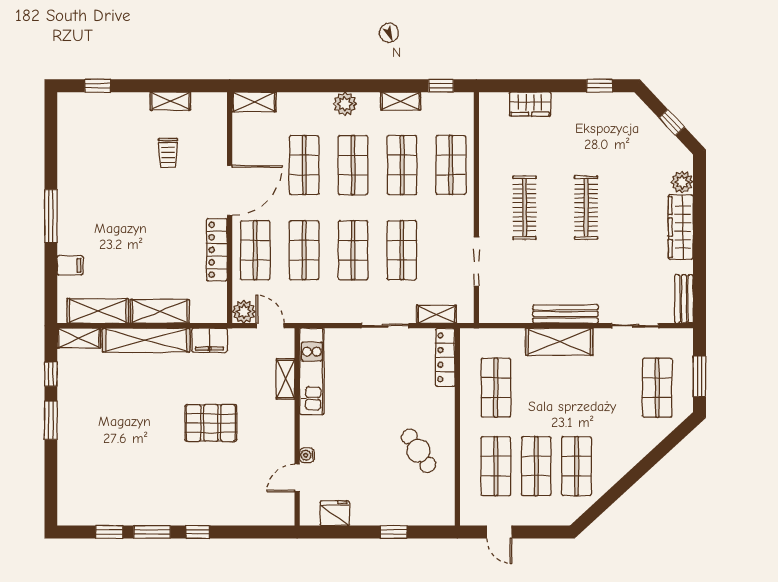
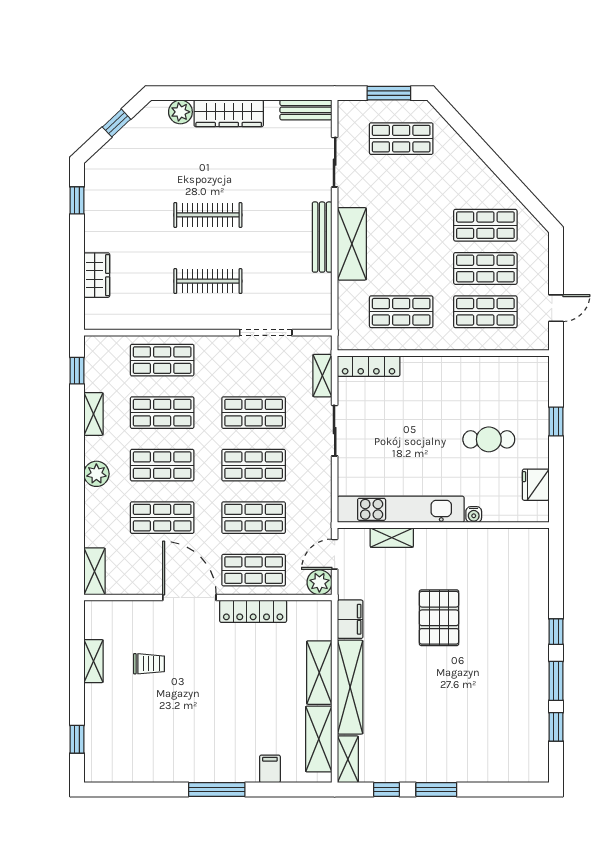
kitchen unit: (312, 372) -> (401, 509), width x1.36
cafe table: (419, 451) -> (489, 439), moved, turned 33
door: (297, 478) -> (498, 525), removed

